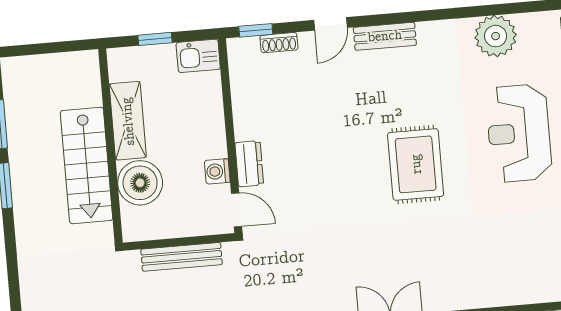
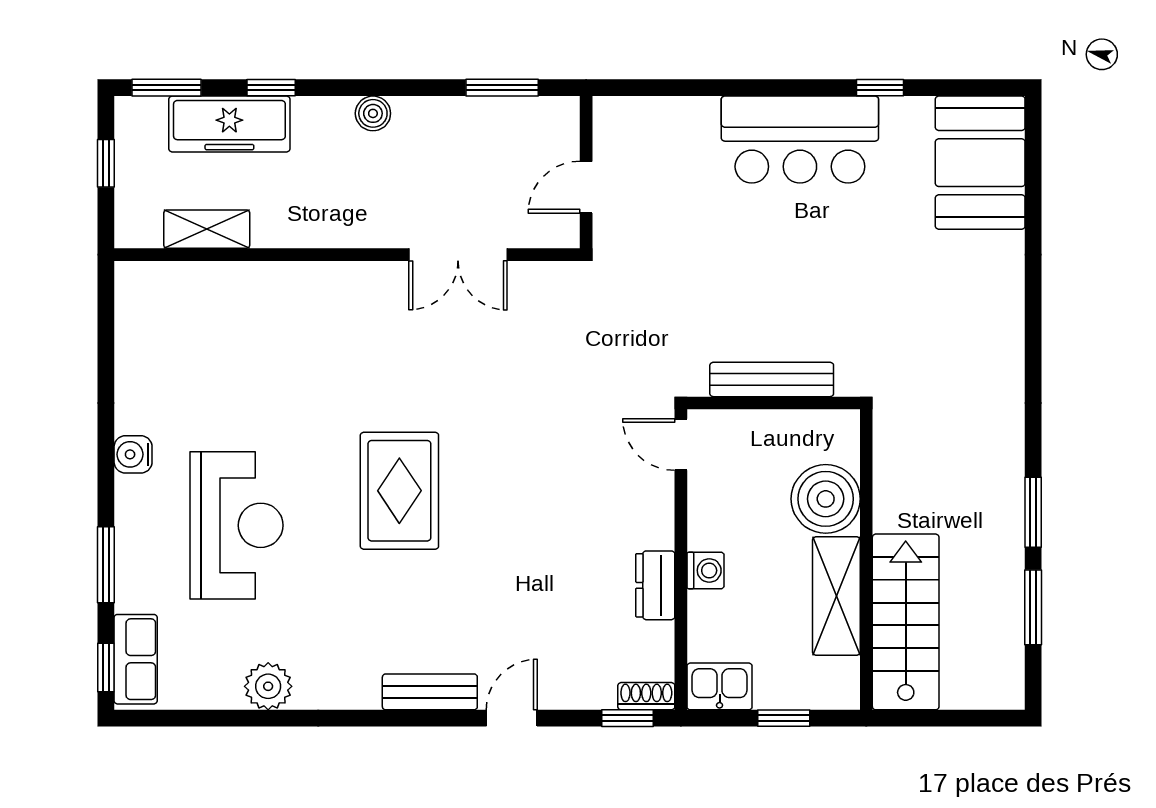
plant: (496, 36) -> (268, 686), width x0.73, depth x0.73
shoe rack: (279, 43) -> (646, 696), moved
dresser: (249, 164) -> (655, 585), moved
stairs: (87, 165) -> (906, 622), moved
washing machine: (217, 171) -> (705, 570), moved

